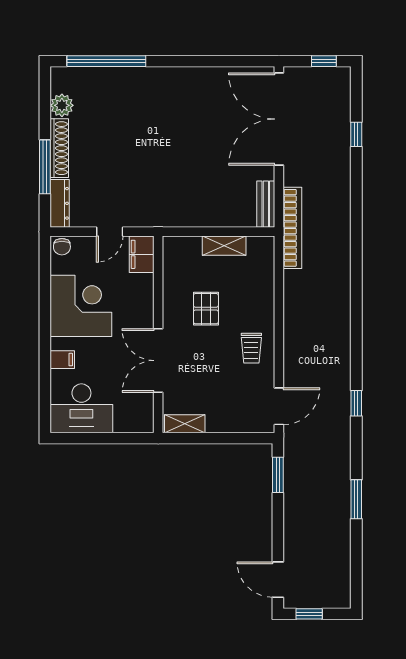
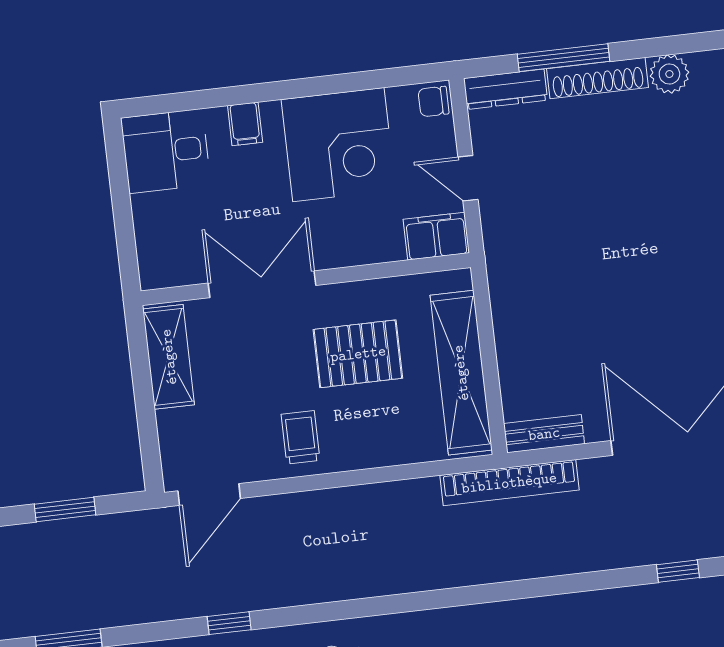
shelving: (224, 246) -> (461, 373), width x2.20, depth x1.33
pallet: (206, 309) -> (358, 354), width x1.50, depth x1.42
trolley: (251, 348) -> (301, 437), turned 90
door: (279, 406) -> (209, 495), hinge flipped
desk: (81, 408) -> (166, 151), width x0.73
shelving: (185, 424) -> (169, 357), width x1.50, depth x1.33
window: (278, 475) -> (65, 509), moved

